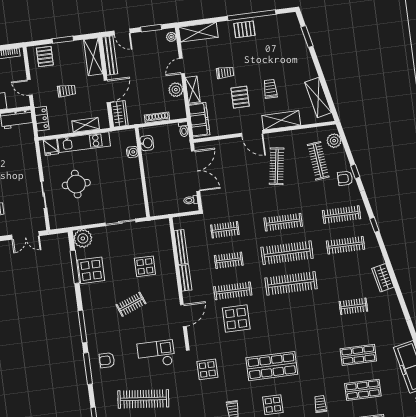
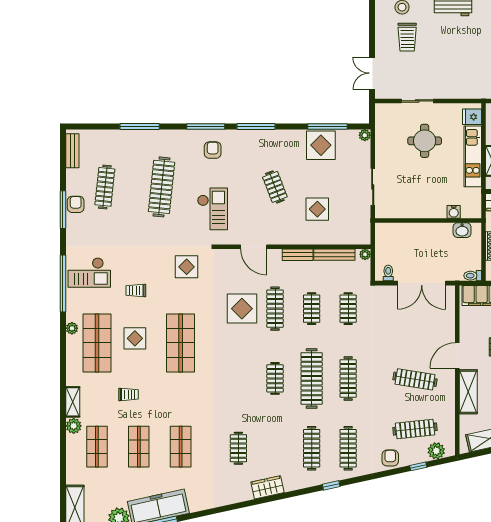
window: (355, 171) -> (418, 466), moved
plant: (178, 222) -> (365, 254), added
plant: (83, 238) -> (365, 135), width x0.53, depth x0.53
clothes rail: (291, 283) -> (275, 378), width x0.54, depth x0.76

